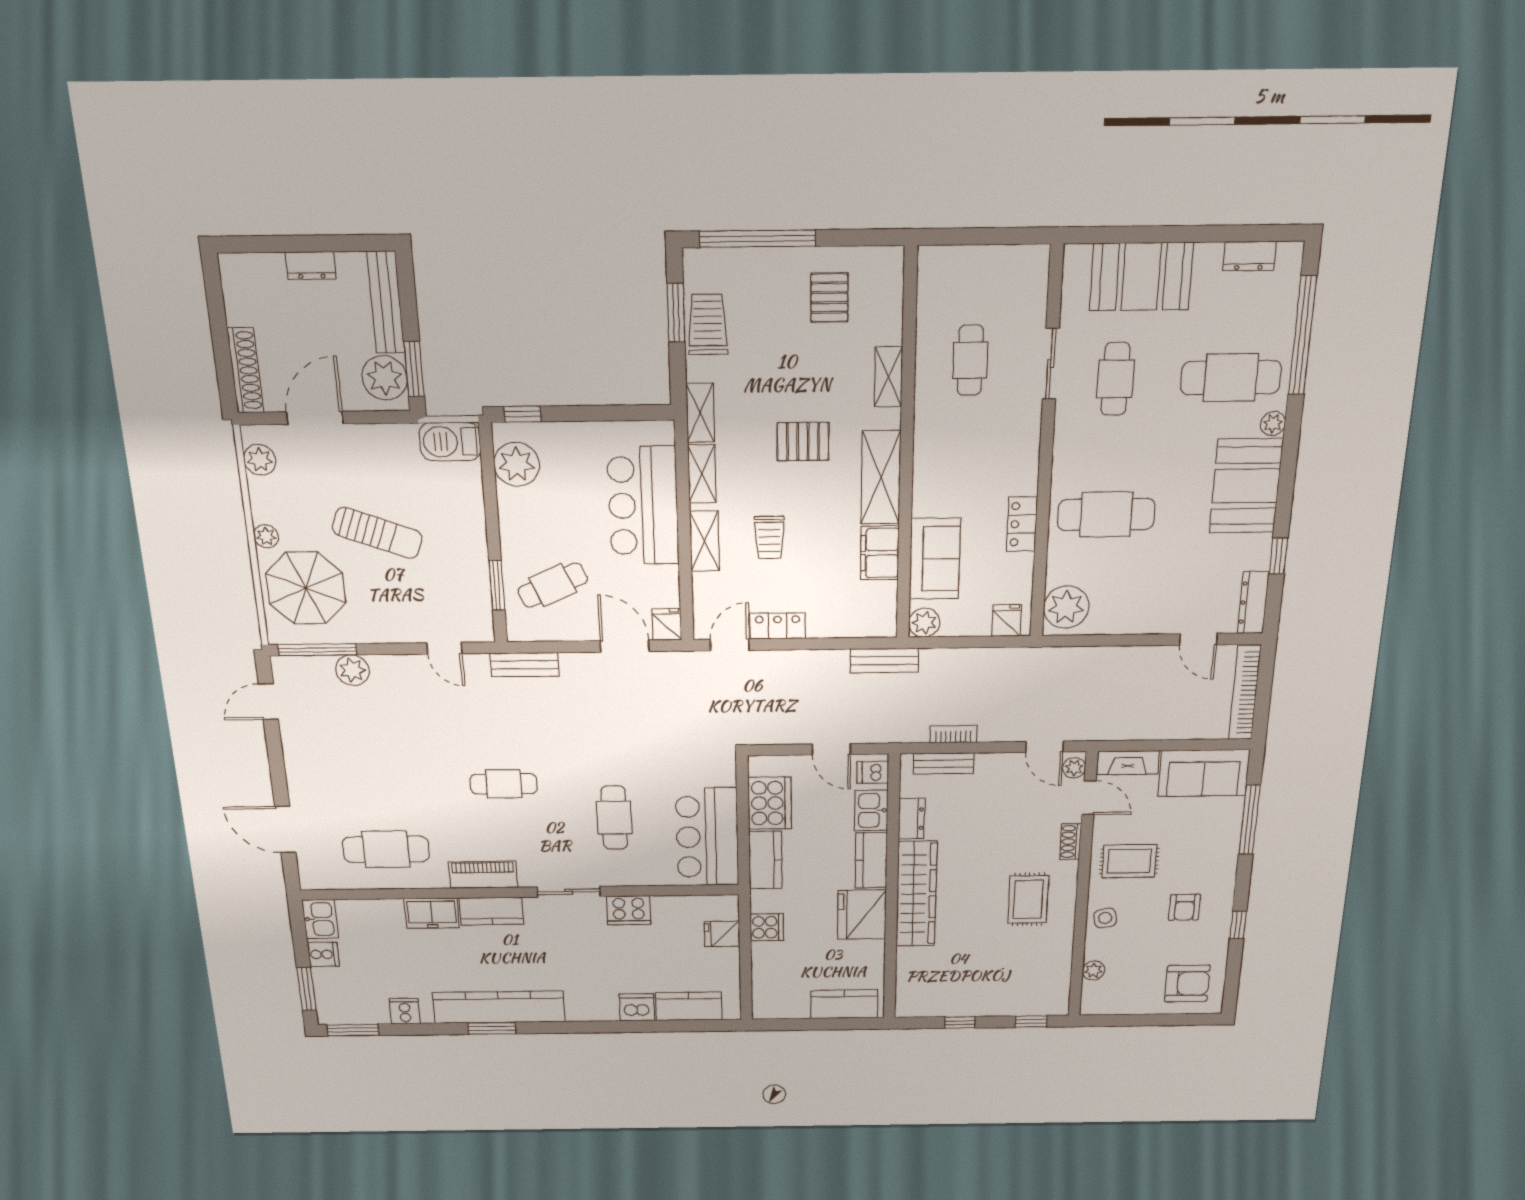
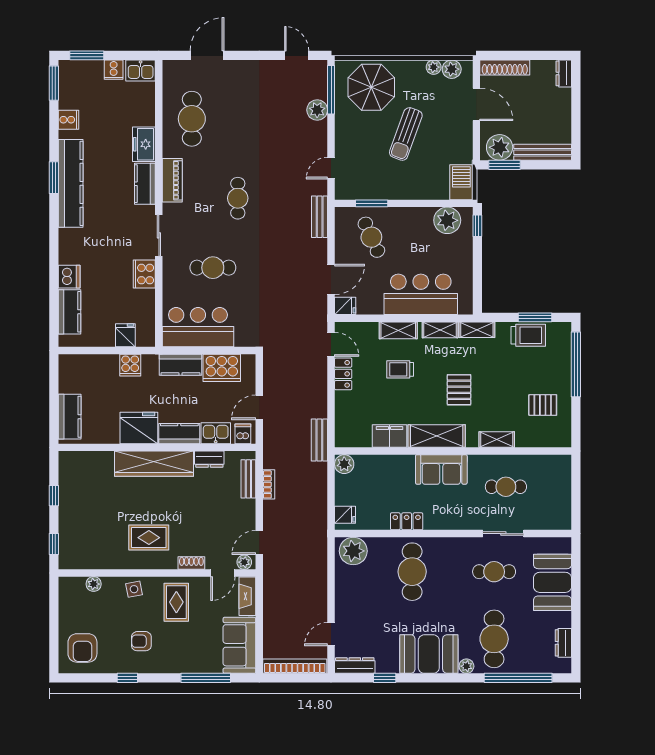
dresser: (311, 266) -> (564, 73), moved
plant: (266, 536) -> (434, 67), moved
sofa: (935, 559) -> (441, 469), moved

